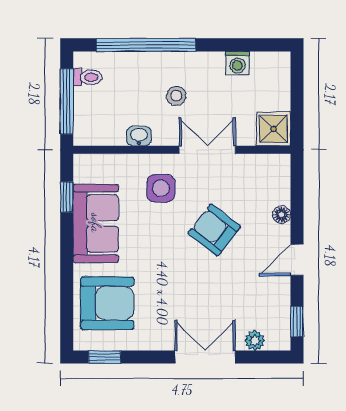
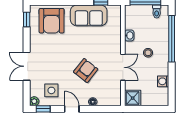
side table: (161, 188) -> (51, 90), moved
plant: (255, 341) -> (34, 101), moved
double door: (205, 357) -> (27, 66), swing flipped

